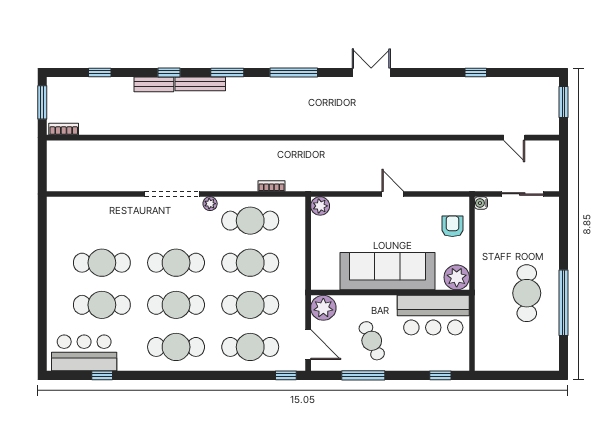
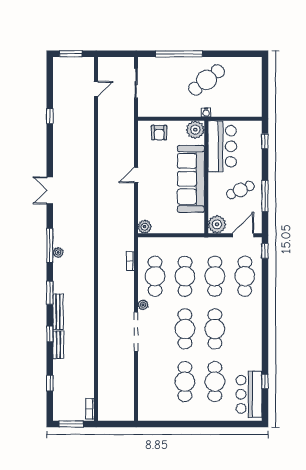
plant: (284, 84) -> (58, 252), added
water cooler: (481, 203) -> (206, 112), moved
armchair: (452, 226) -> (159, 133), turned -90
cafe table: (527, 293) -> (207, 80), turned -38
window: (563, 303) -> (179, 54), moved
cafe table: (176, 347) -> (245, 329), removed

